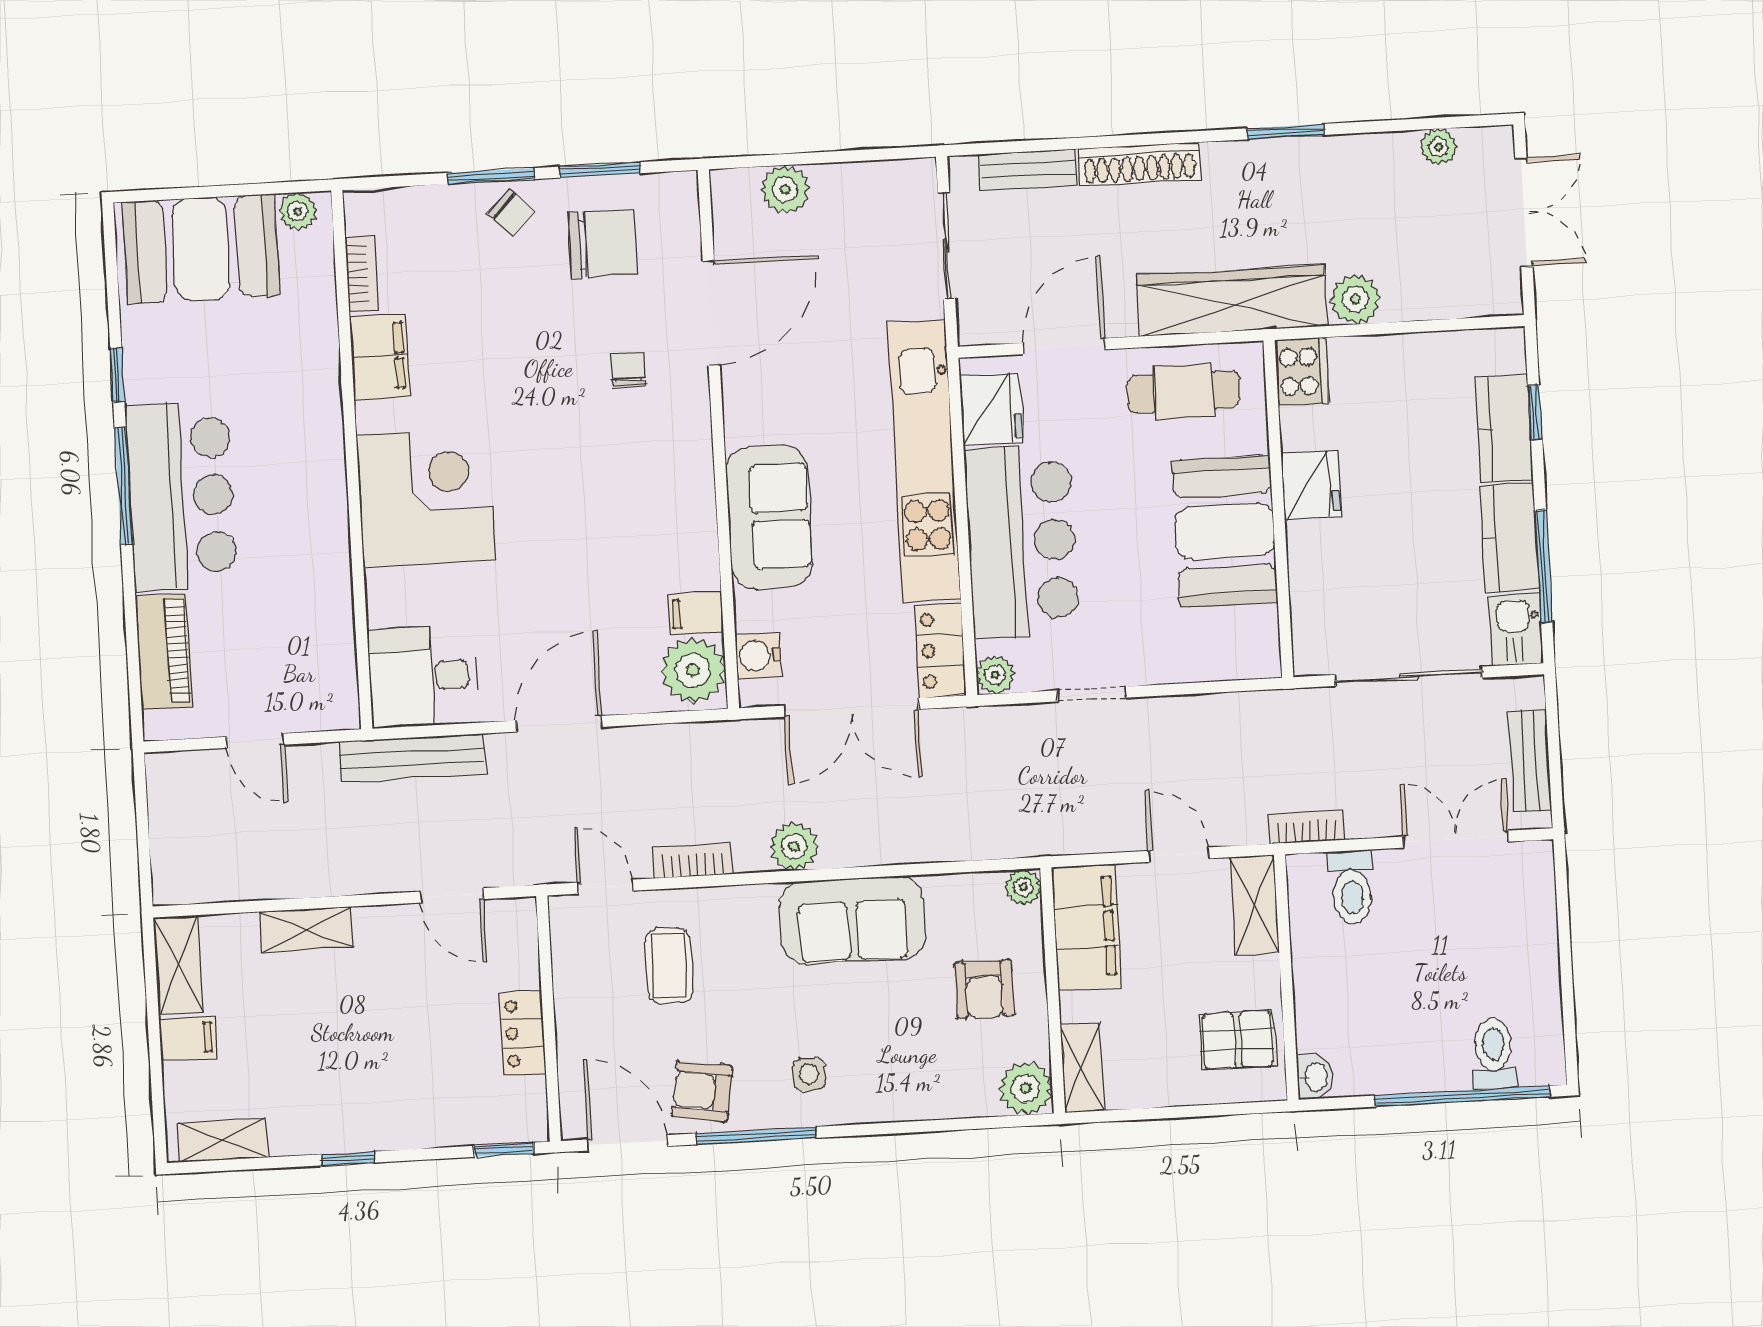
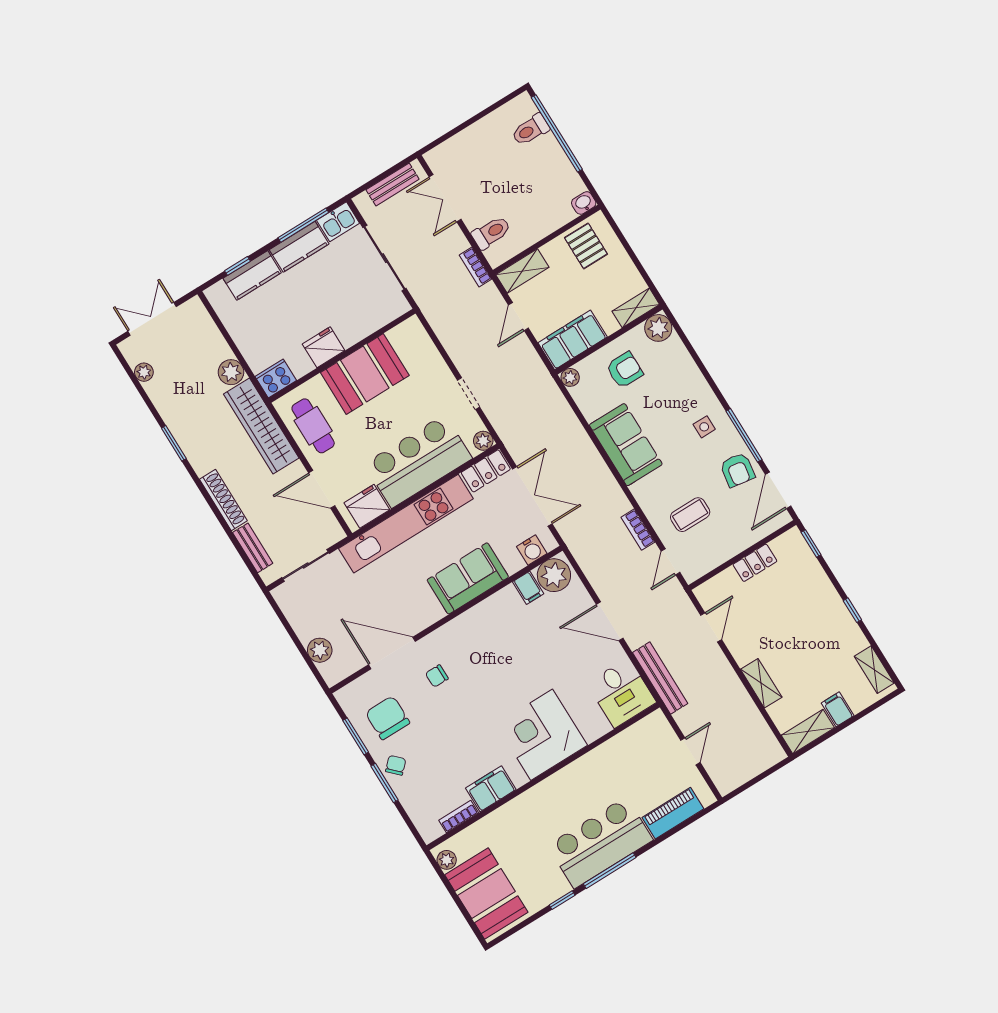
plant: (794, 846) -> (607, 488), removed

